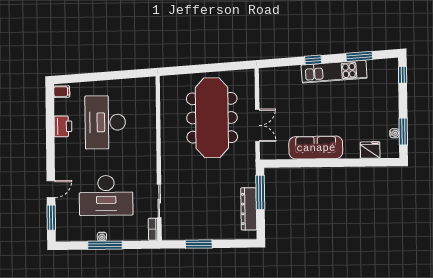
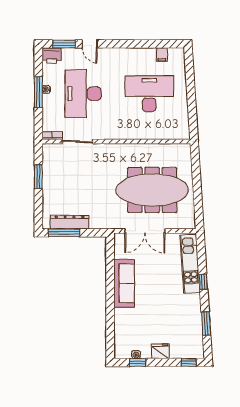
kitchen unit: (334, 72) -> (190, 264), moved
filing cabinet: (62, 92) -> (162, 55), moved
double door: (257, 125) -> (145, 231), width x1.37
printer: (63, 126) -> (52, 56), moved
window: (403, 131) -> (138, 362), width x0.67
fridge: (370, 150) -> (161, 351), moved, turned -90
window: (260, 192) -> (64, 233), moved

